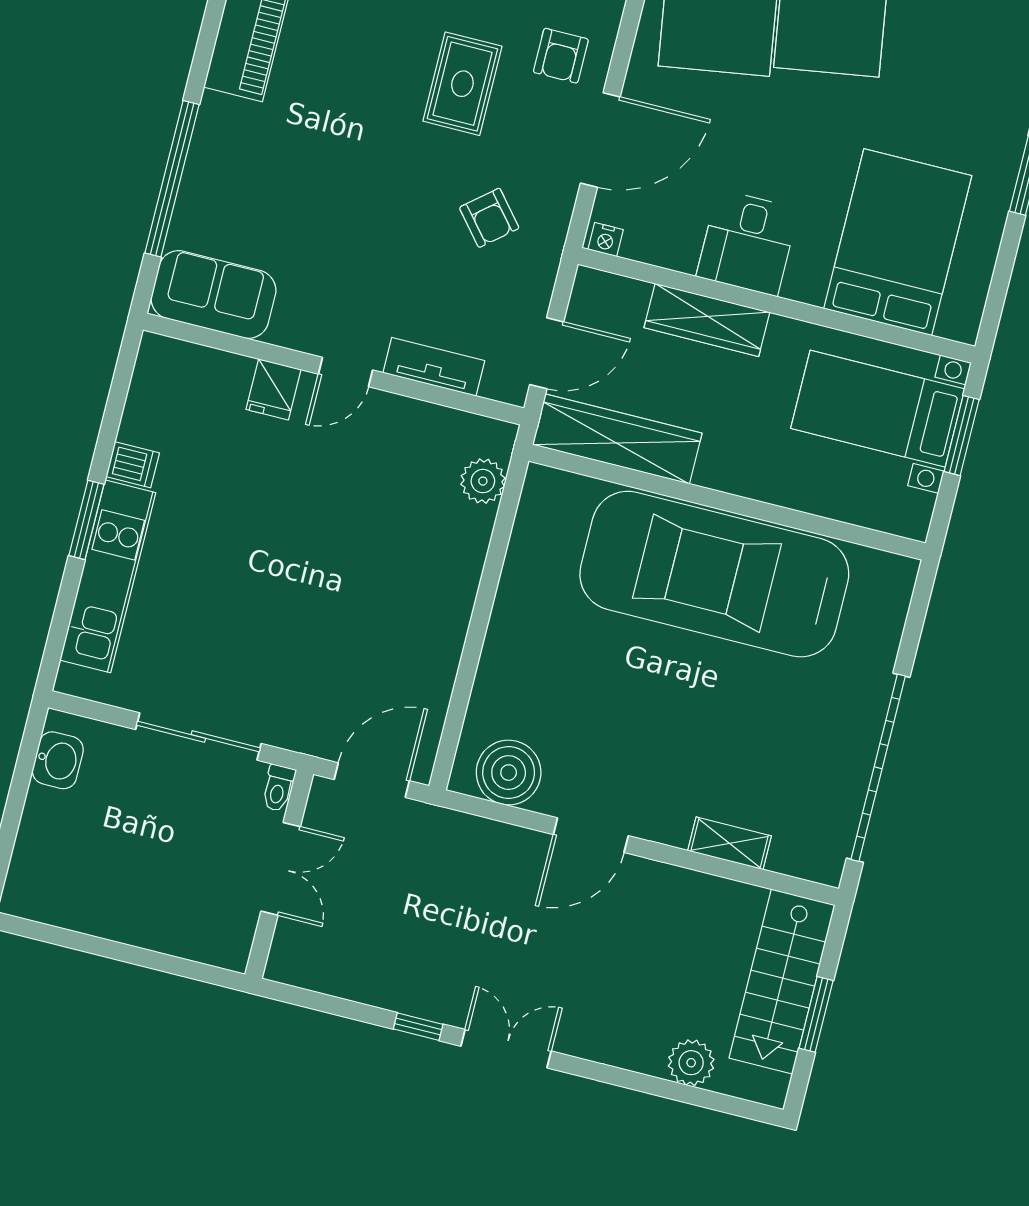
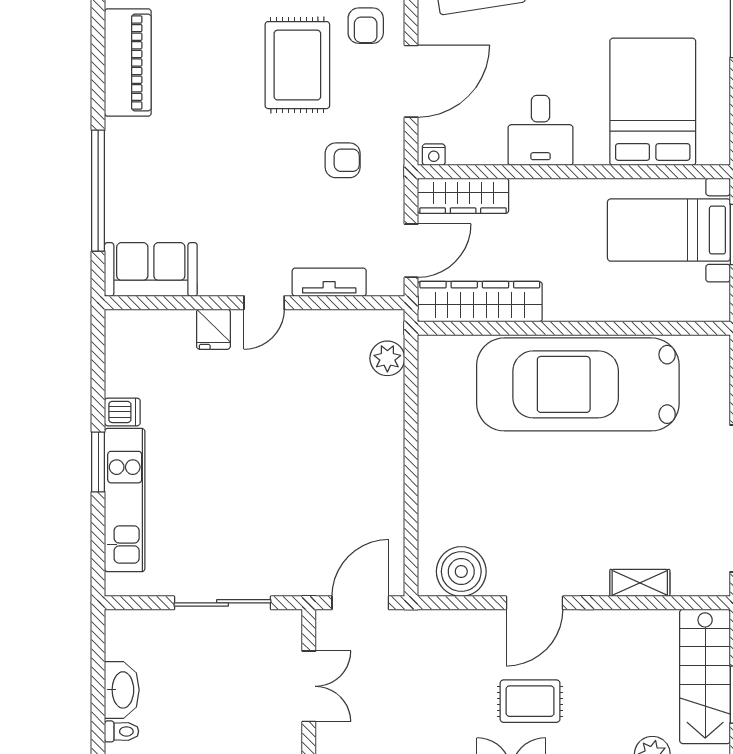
rug: (462, 84) -> (297, 65), width x1.36, depth x1.43
armchair: (489, 218) -> (343, 160), turned -50
wardrobe: (707, 320) -> (463, 196), moved
washbasin: (58, 760) -> (122, 690), moved, width x1.38
toilet: (278, 788) -> (122, 731), moved, turned -90
rug: (554, 957) -> (530, 701), added

